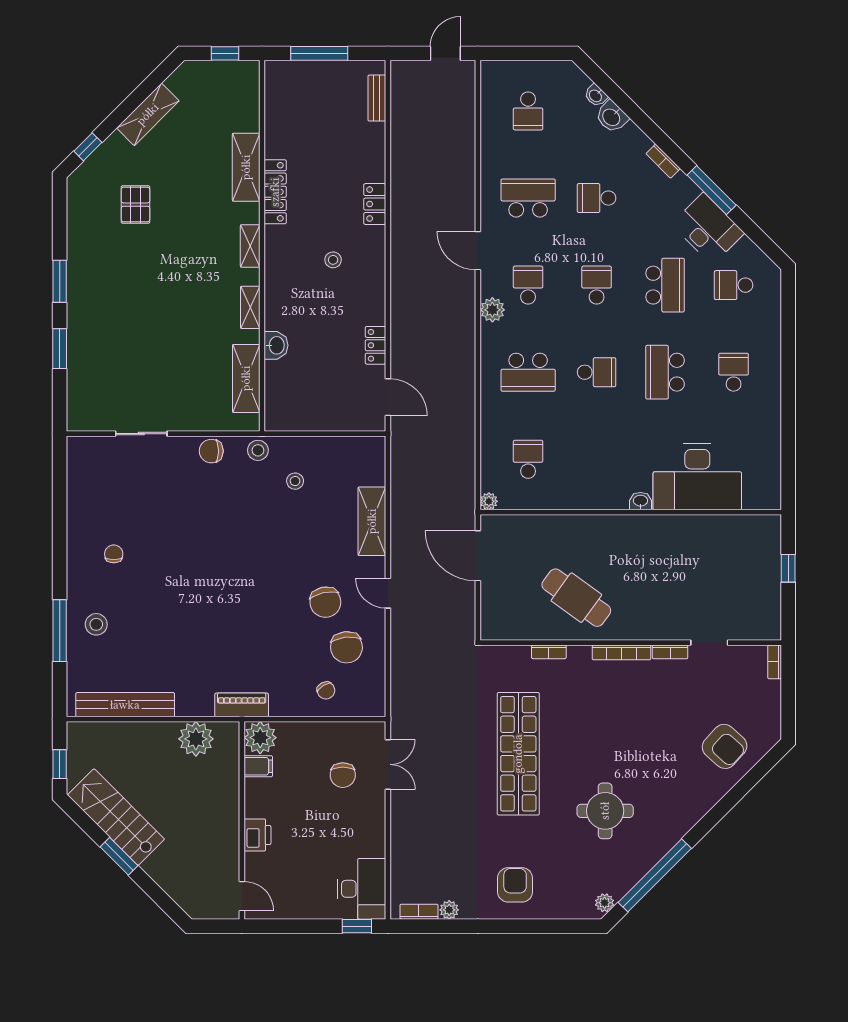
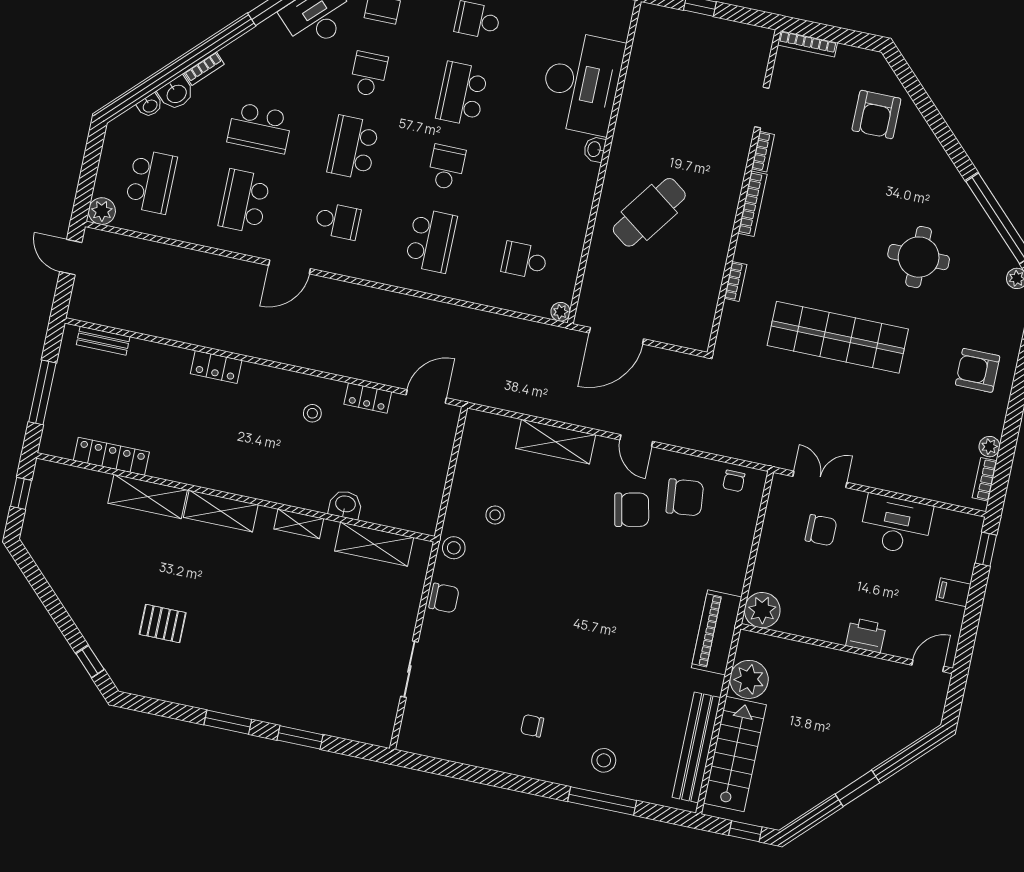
school desk: (528, 111) -> (151, 182), width x1.85
shelving: (148, 114) -> (69, 590), removed
bookcase: (663, 161) -> (204, 69), moved
locker: (275, 192) -> (111, 456), moved
school desk: (597, 198) -> (260, 128), width x1.85
shelving: (250, 246) -> (221, 511), width x1.50, depth x1.33
stool: (333, 260) -> (312, 413), moved
school desk: (528, 285) -> (338, 221), turned 180
school desk: (597, 285) -> (353, 148), width x1.85
school desk: (665, 285) -> (369, 74), width x0.54
plant: (492, 310) -> (102, 211), moved
school desk: (665, 372) -> (462, 94), turned 90
chair: (211, 451) -> (444, 598), turned -90
door: (388, 593) -> (636, 441), hinge flipped
cafe table: (576, 598) -> (649, 212), moved
bookcase: (775, 662) -> (807, 44), width x1.56
chair: (326, 690) -> (734, 481), moved, turned 122
piano: (242, 705) -> (717, 632), width x1.37, depth x1.33
armchair: (725, 746) -> (876, 115), turned 138
filing cabinet: (258, 766) -> (953, 592), moved, turned -90
stairs: (116, 817) -> (735, 754), moved, turned 135
desk: (362, 889) -> (896, 525), moved

